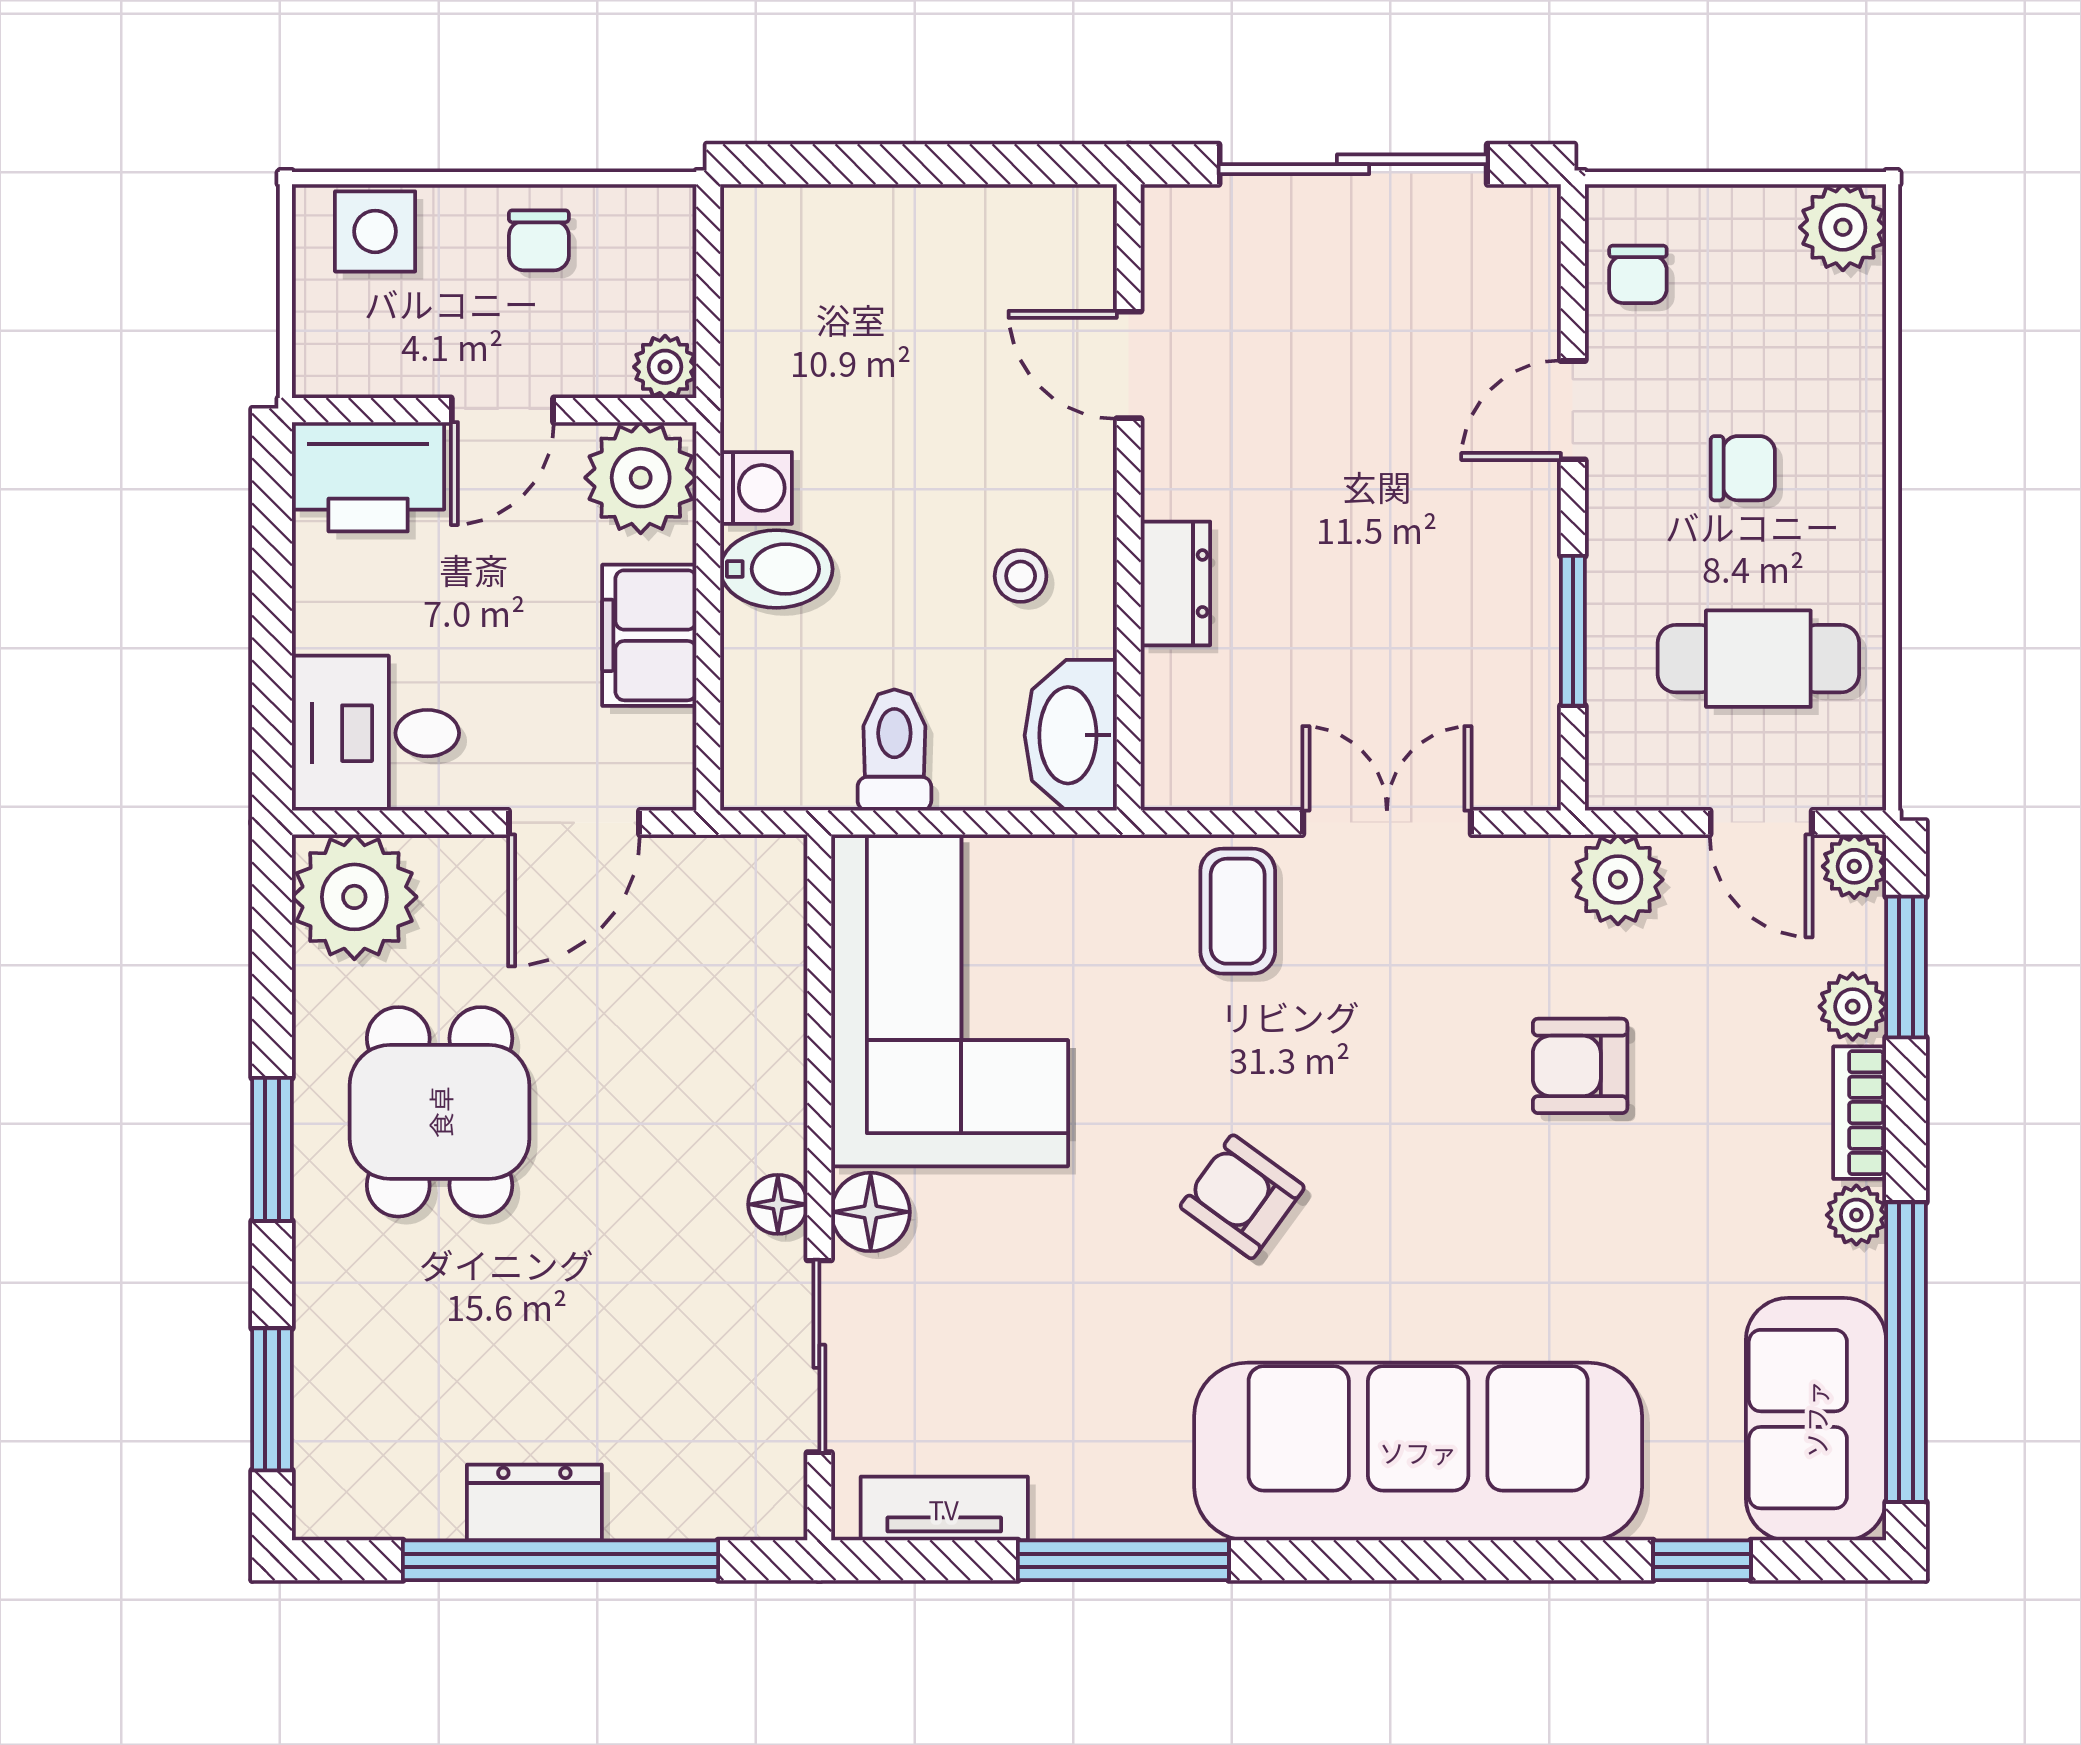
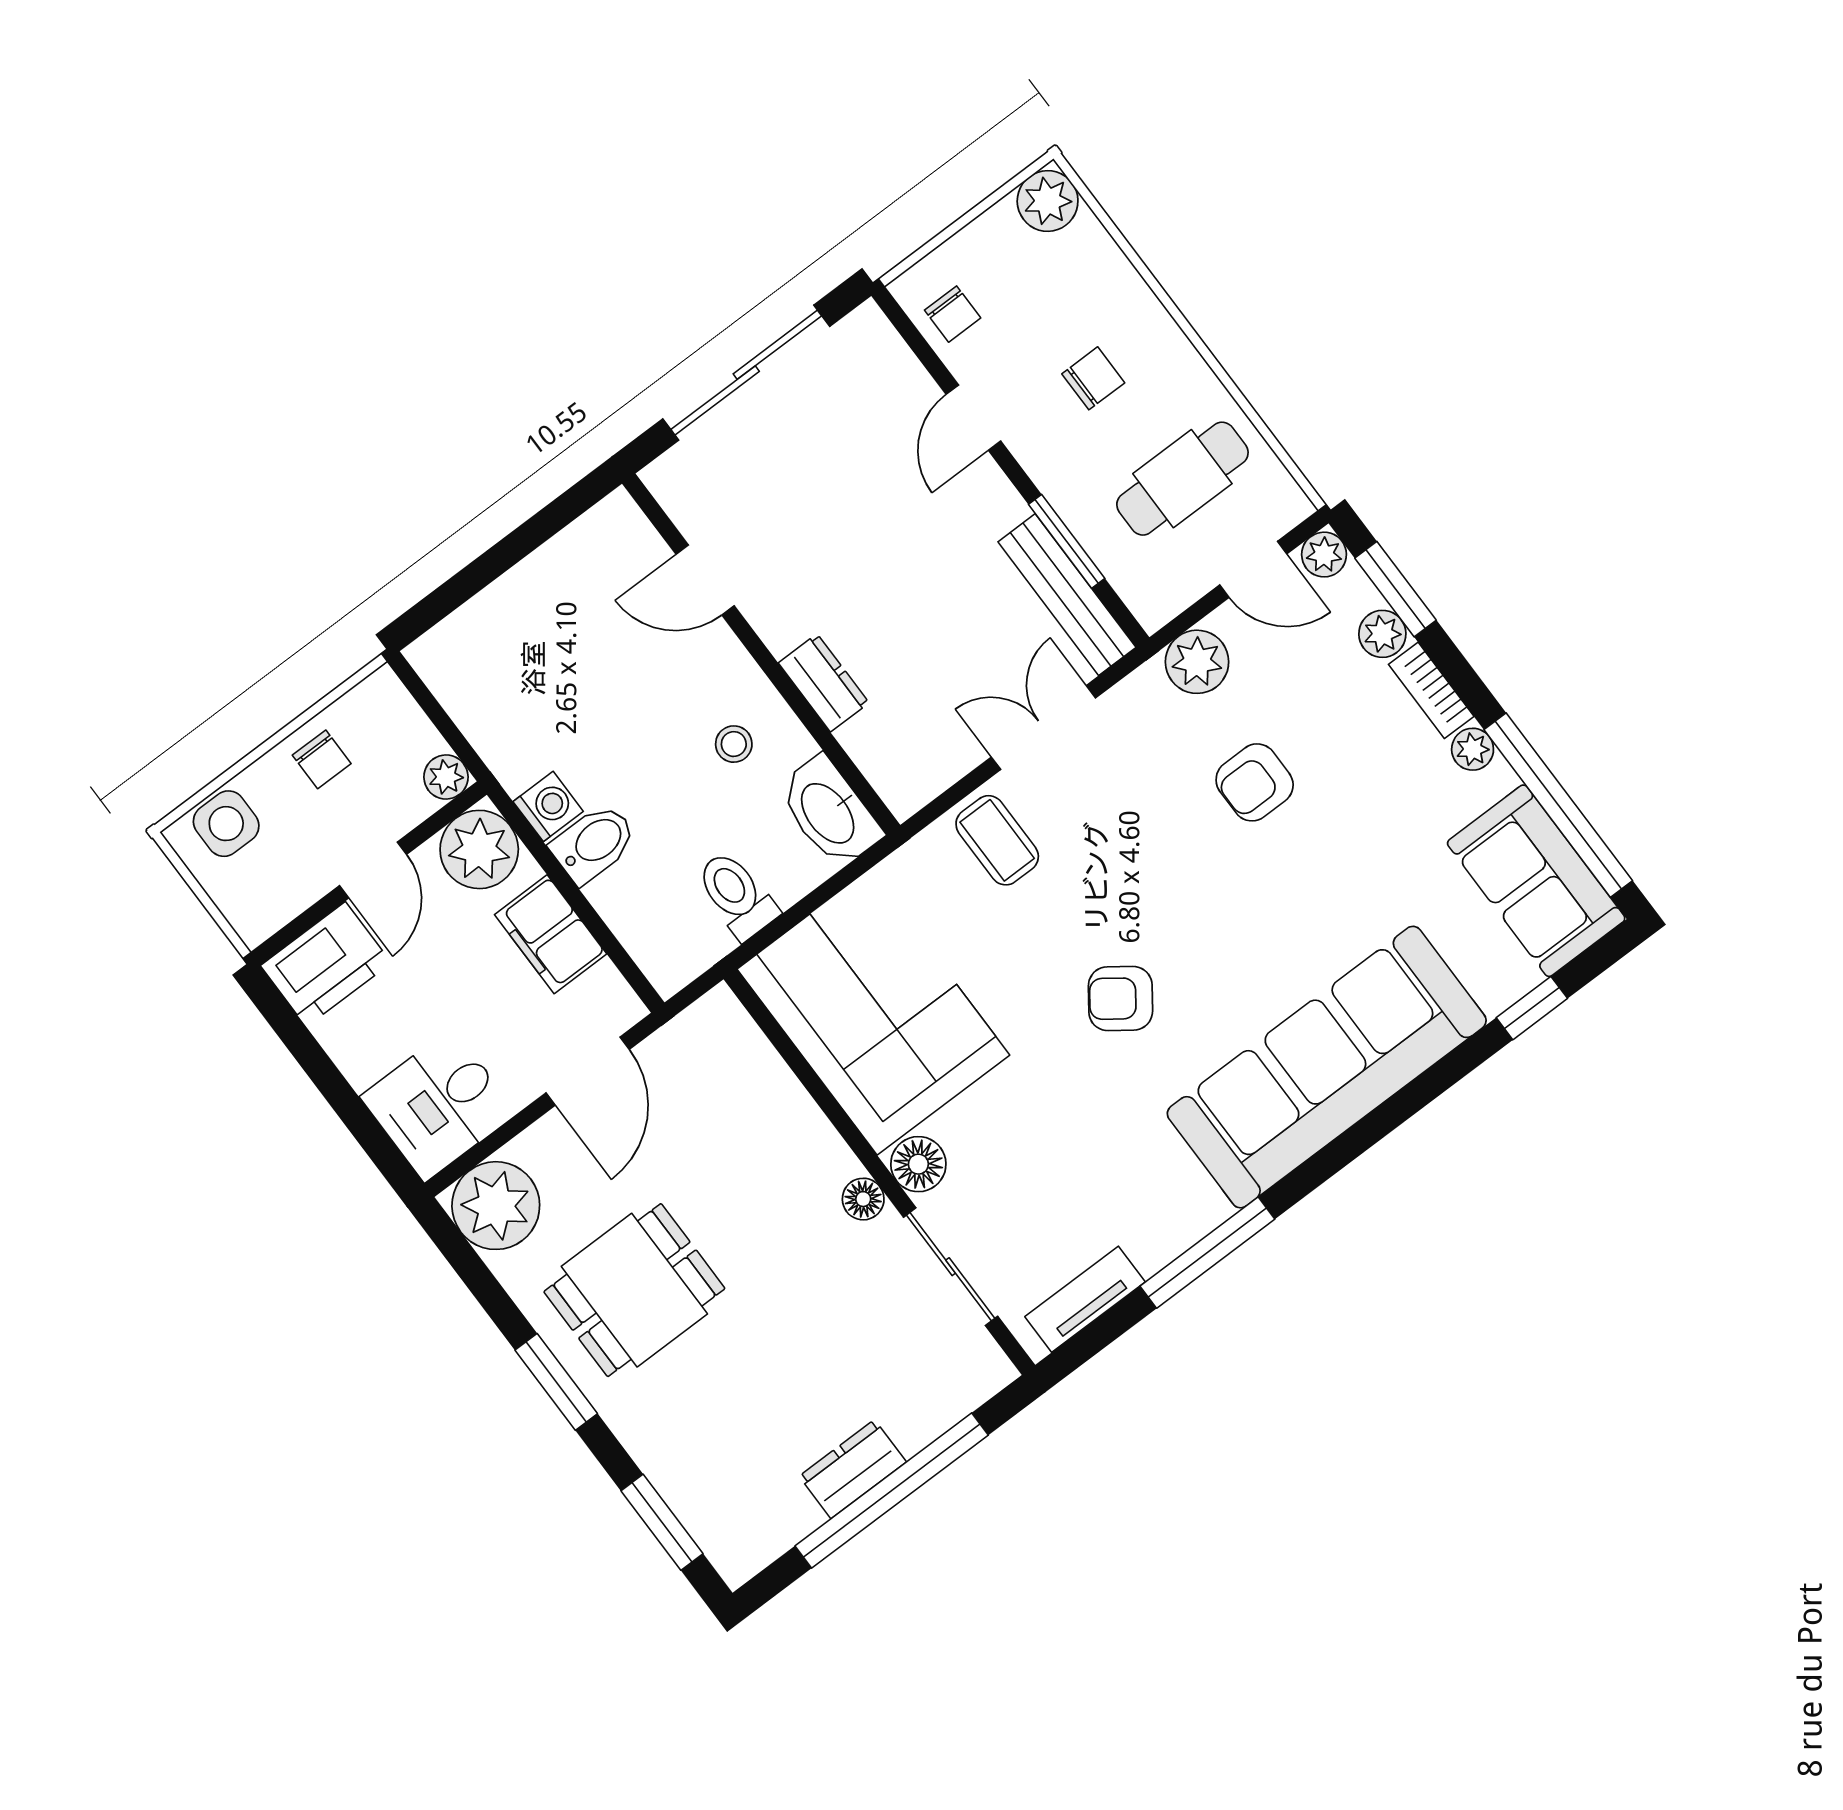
bench: (1528, 691) -> (1067, 595), added
dining table: (440, 1112) -> (634, 1290), turned 90

